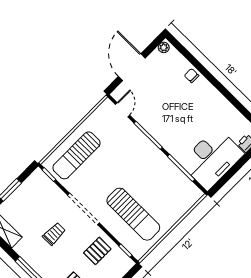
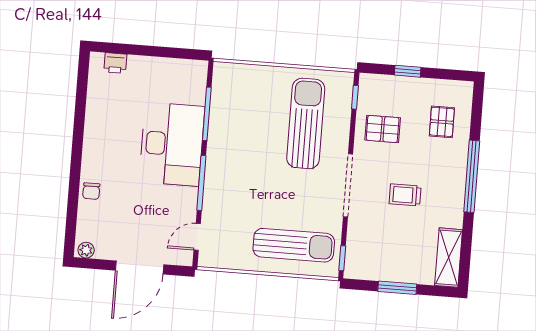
desk: (212, 159) -> (172, 144), moved, turned 90

